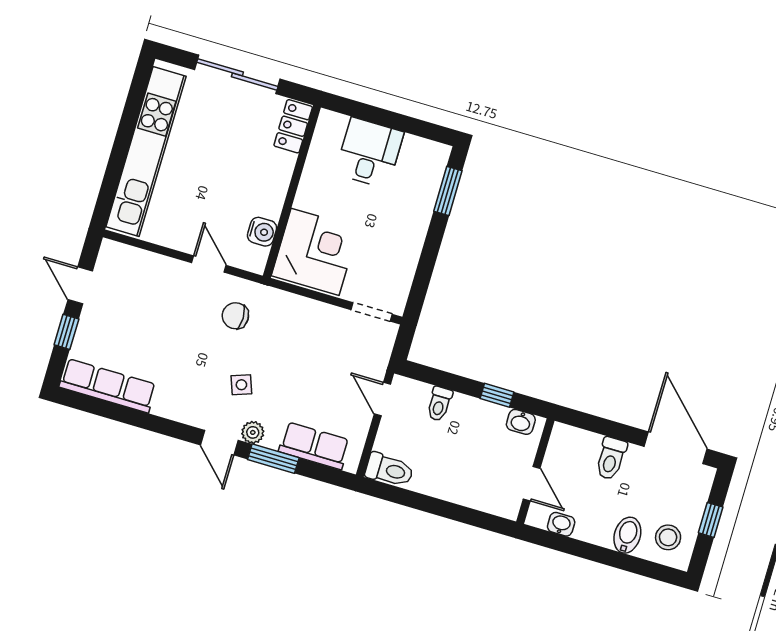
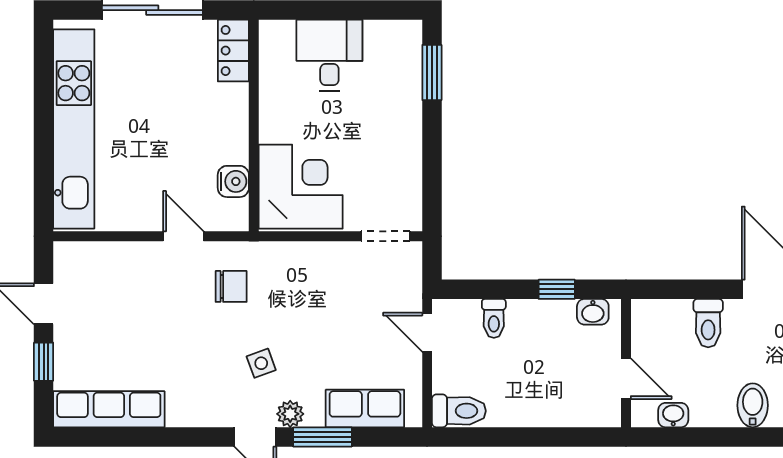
chair: (235, 316) -> (231, 286), turned 180

